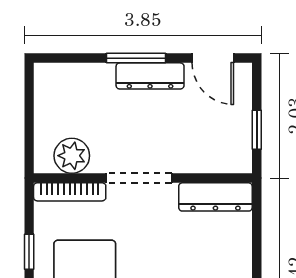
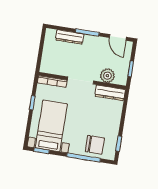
dresser: (150, 76) -> (70, 37), moved
plant: (72, 156) -> (107, 76), moved

